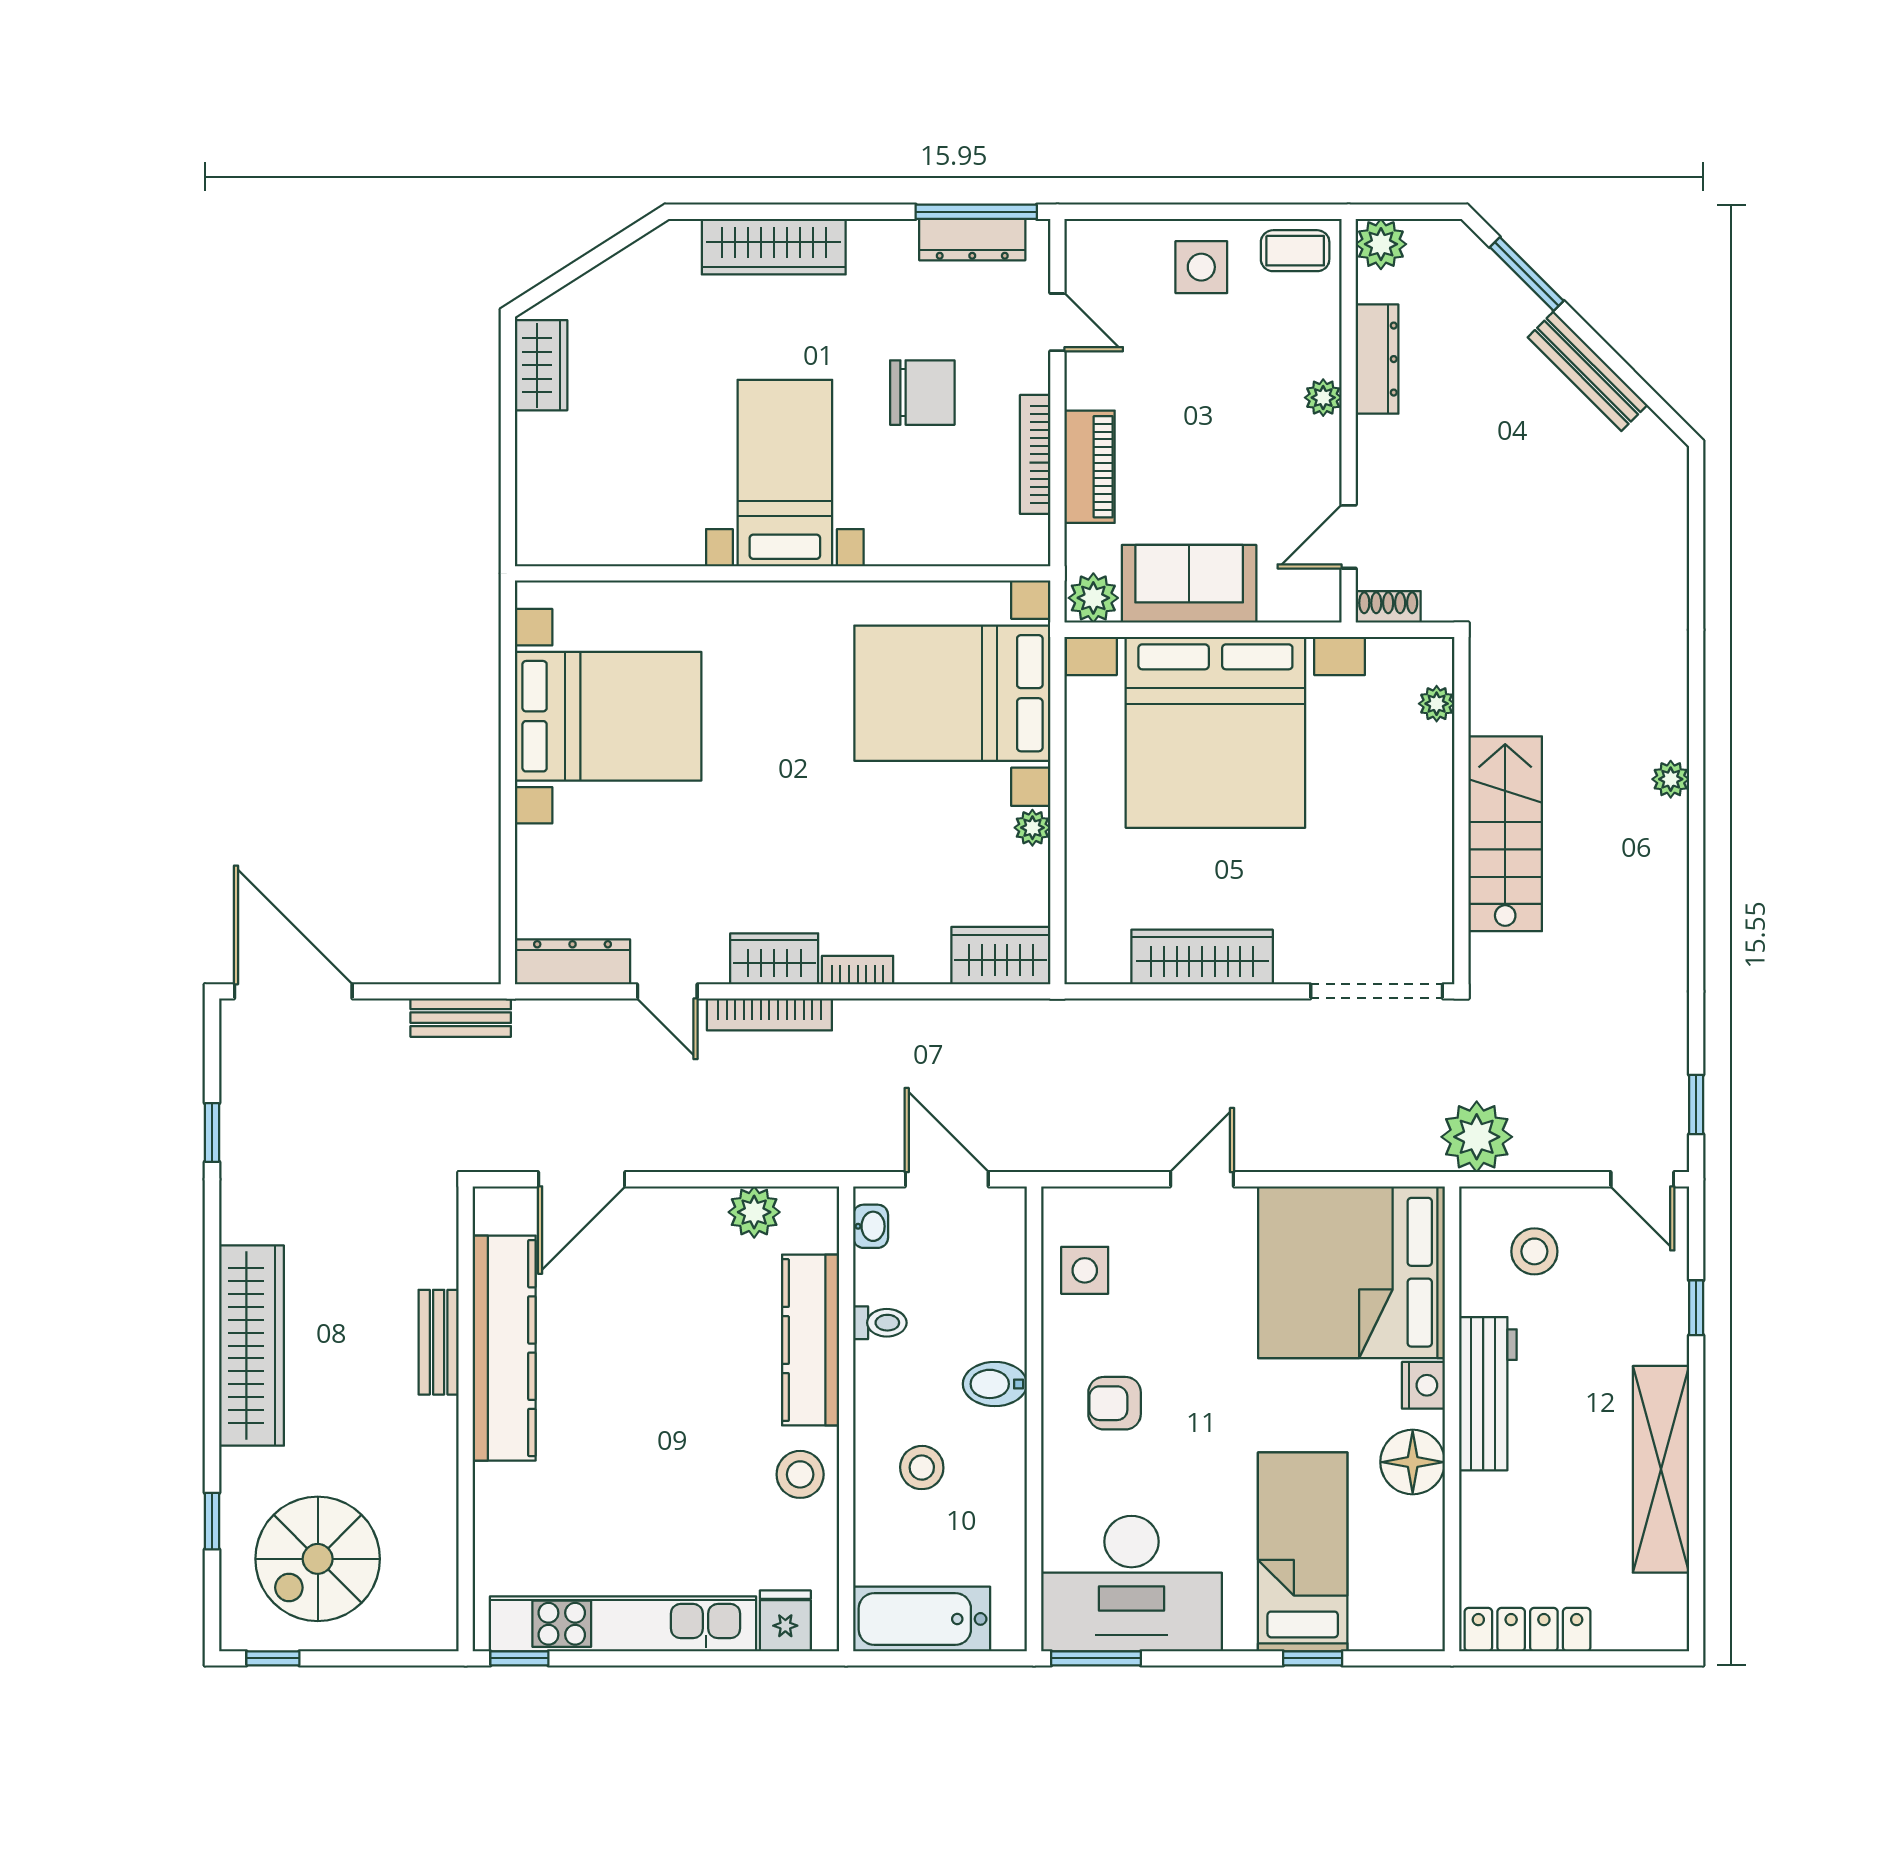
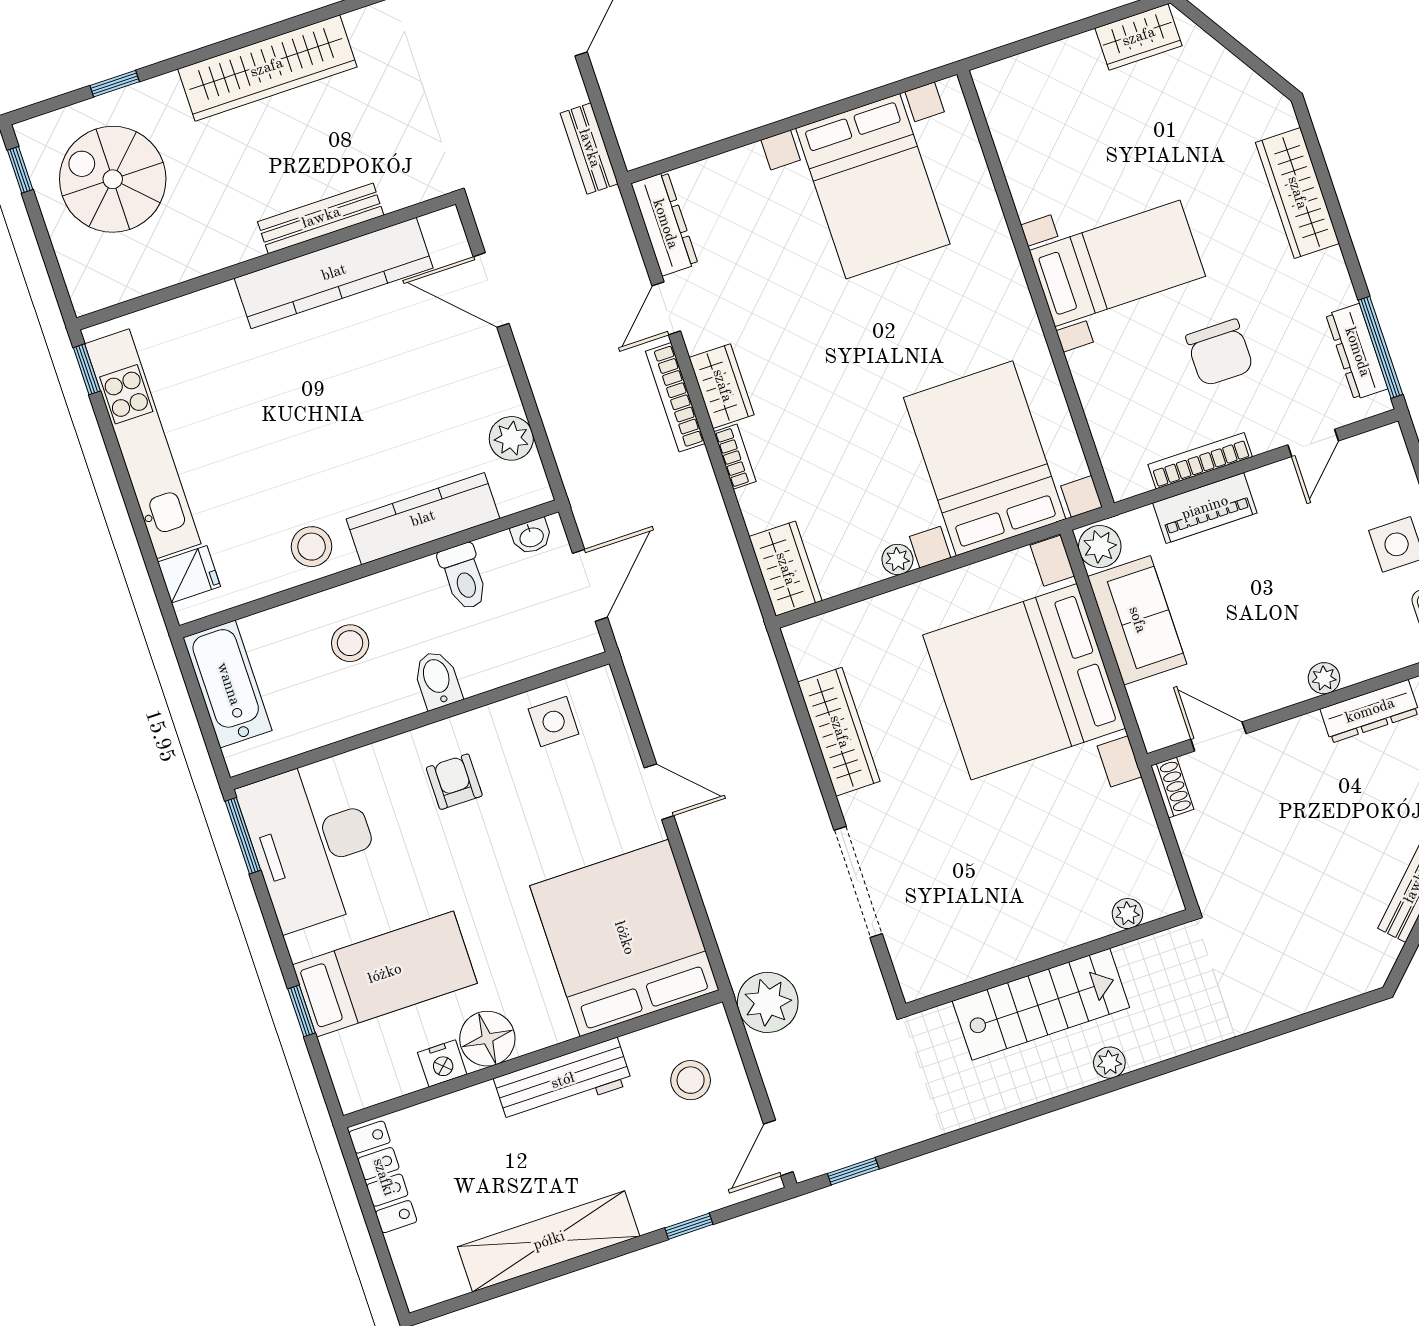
plant: (1437, 704) -> (1127, 914), moved
wall: (1461, 811) -> (1048, 963), moved
stairs: (1505, 834) -> (1041, 1004), moved
toilet: (880, 1323) -> (464, 577), width x1.37, depth x1.39
bench: (439, 1342) -> (321, 218), width x1.36
nightstand: (1423, 1385) -> (442, 1063), moved

